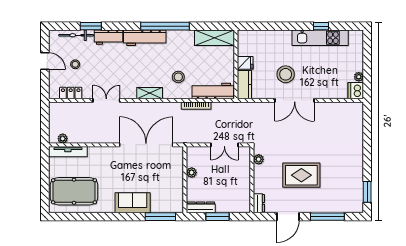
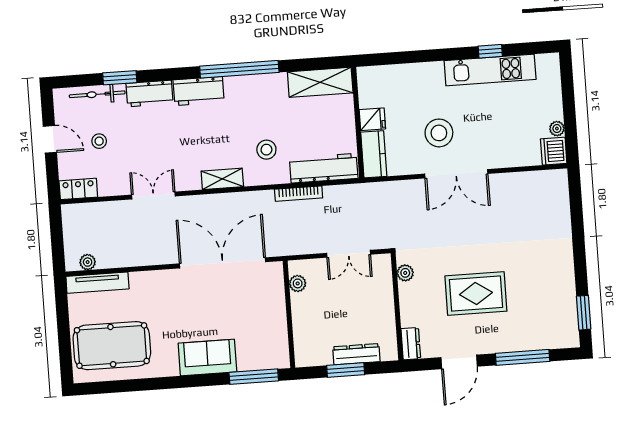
workbench: (145, 38) -> (199, 91), width x0.73
locker: (71, 93) -> (78, 189), moved
plant: (192, 173) -> (298, 283), moved
dresser: (201, 207) -> (356, 354), moved

